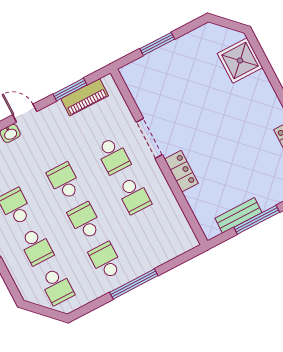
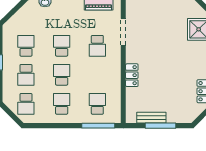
doorway: (149, 138) -> (123, 32), moved
school desk: (134, 195) -> (97, 104), moved, turned 180
window: (134, 284) -> (98, 126), moved

